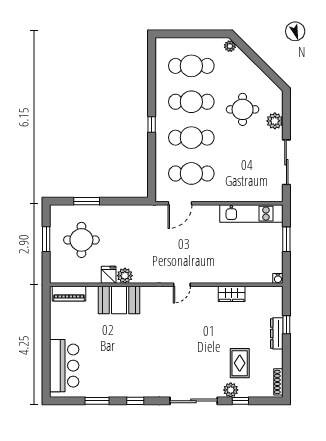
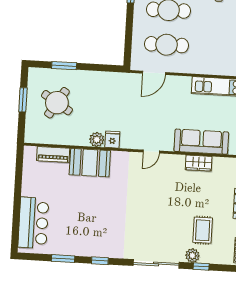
round table: (81, 240) -> (57, 103), turned 32
sofa: (233, 272) -> (201, 142), added
fridge: (109, 275) -> (112, 140), moved
piano: (69, 294) -> (53, 154), moved

